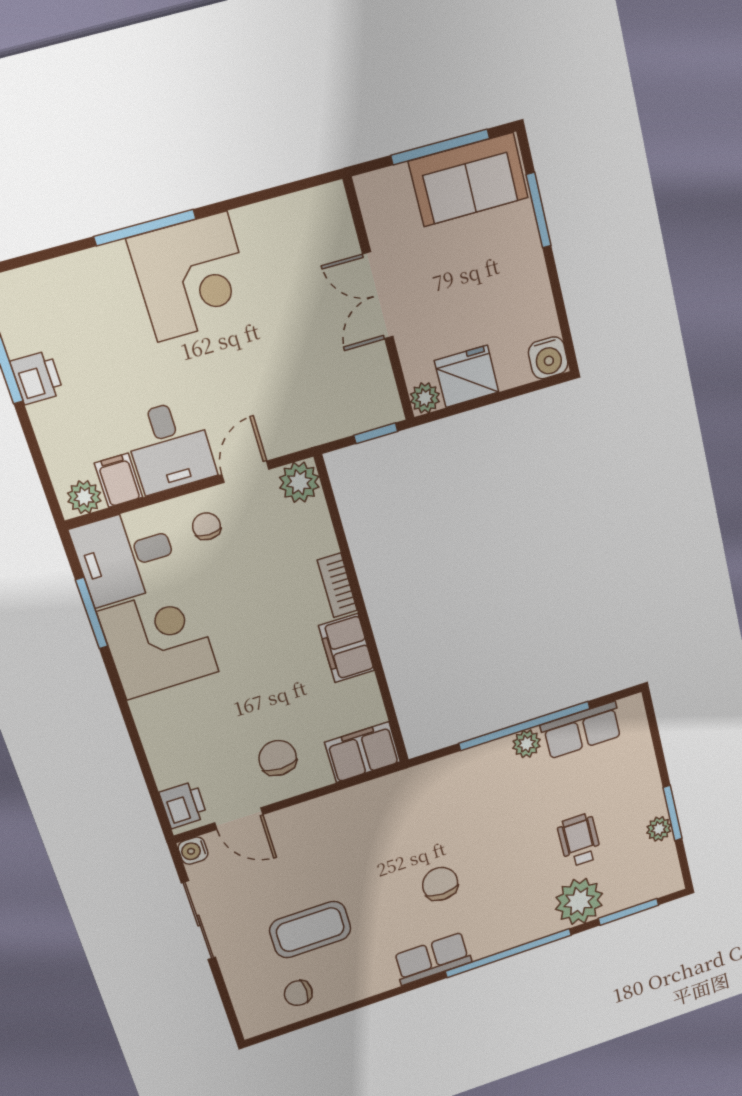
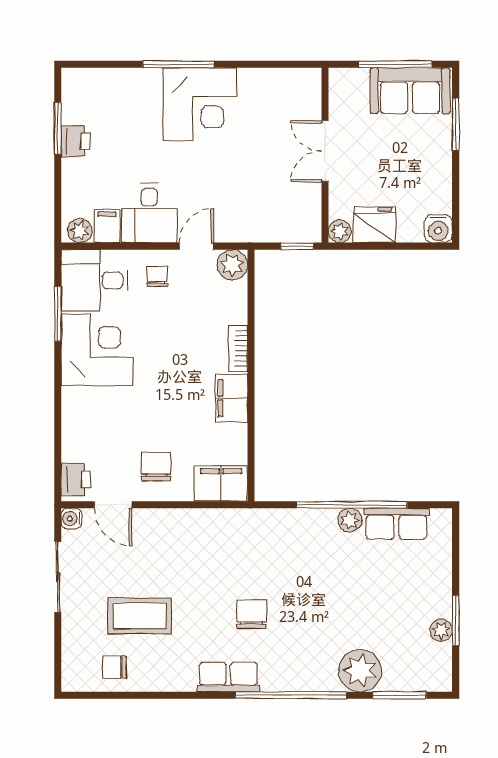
wheelchair: (579, 840) -> (373, 617), removed

